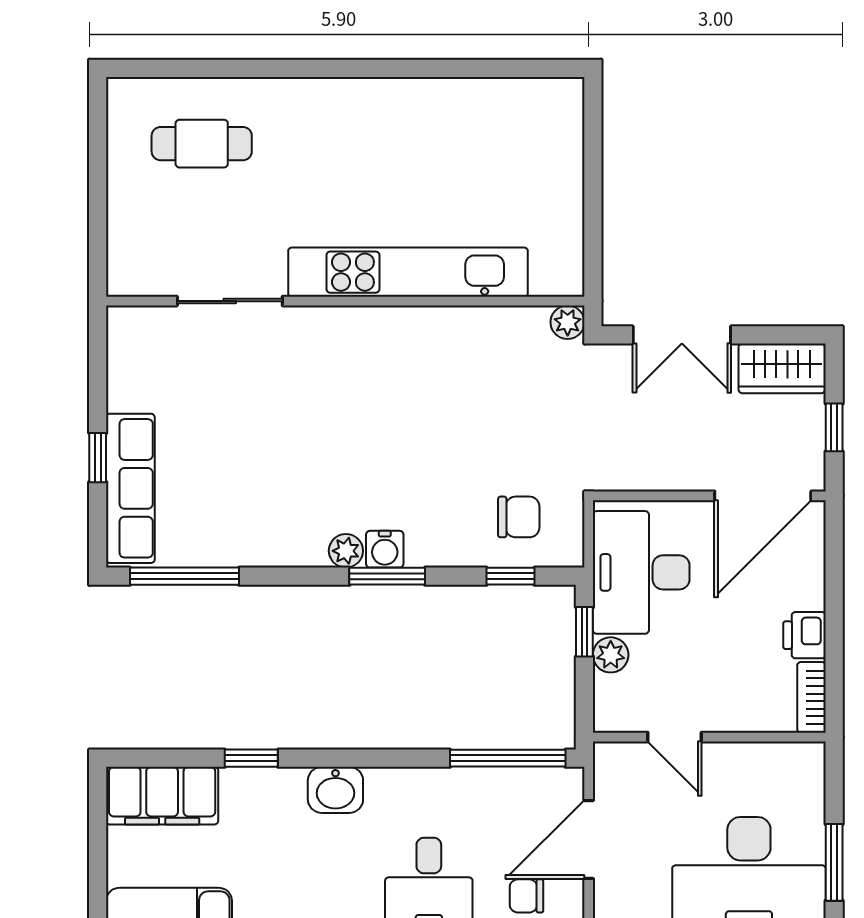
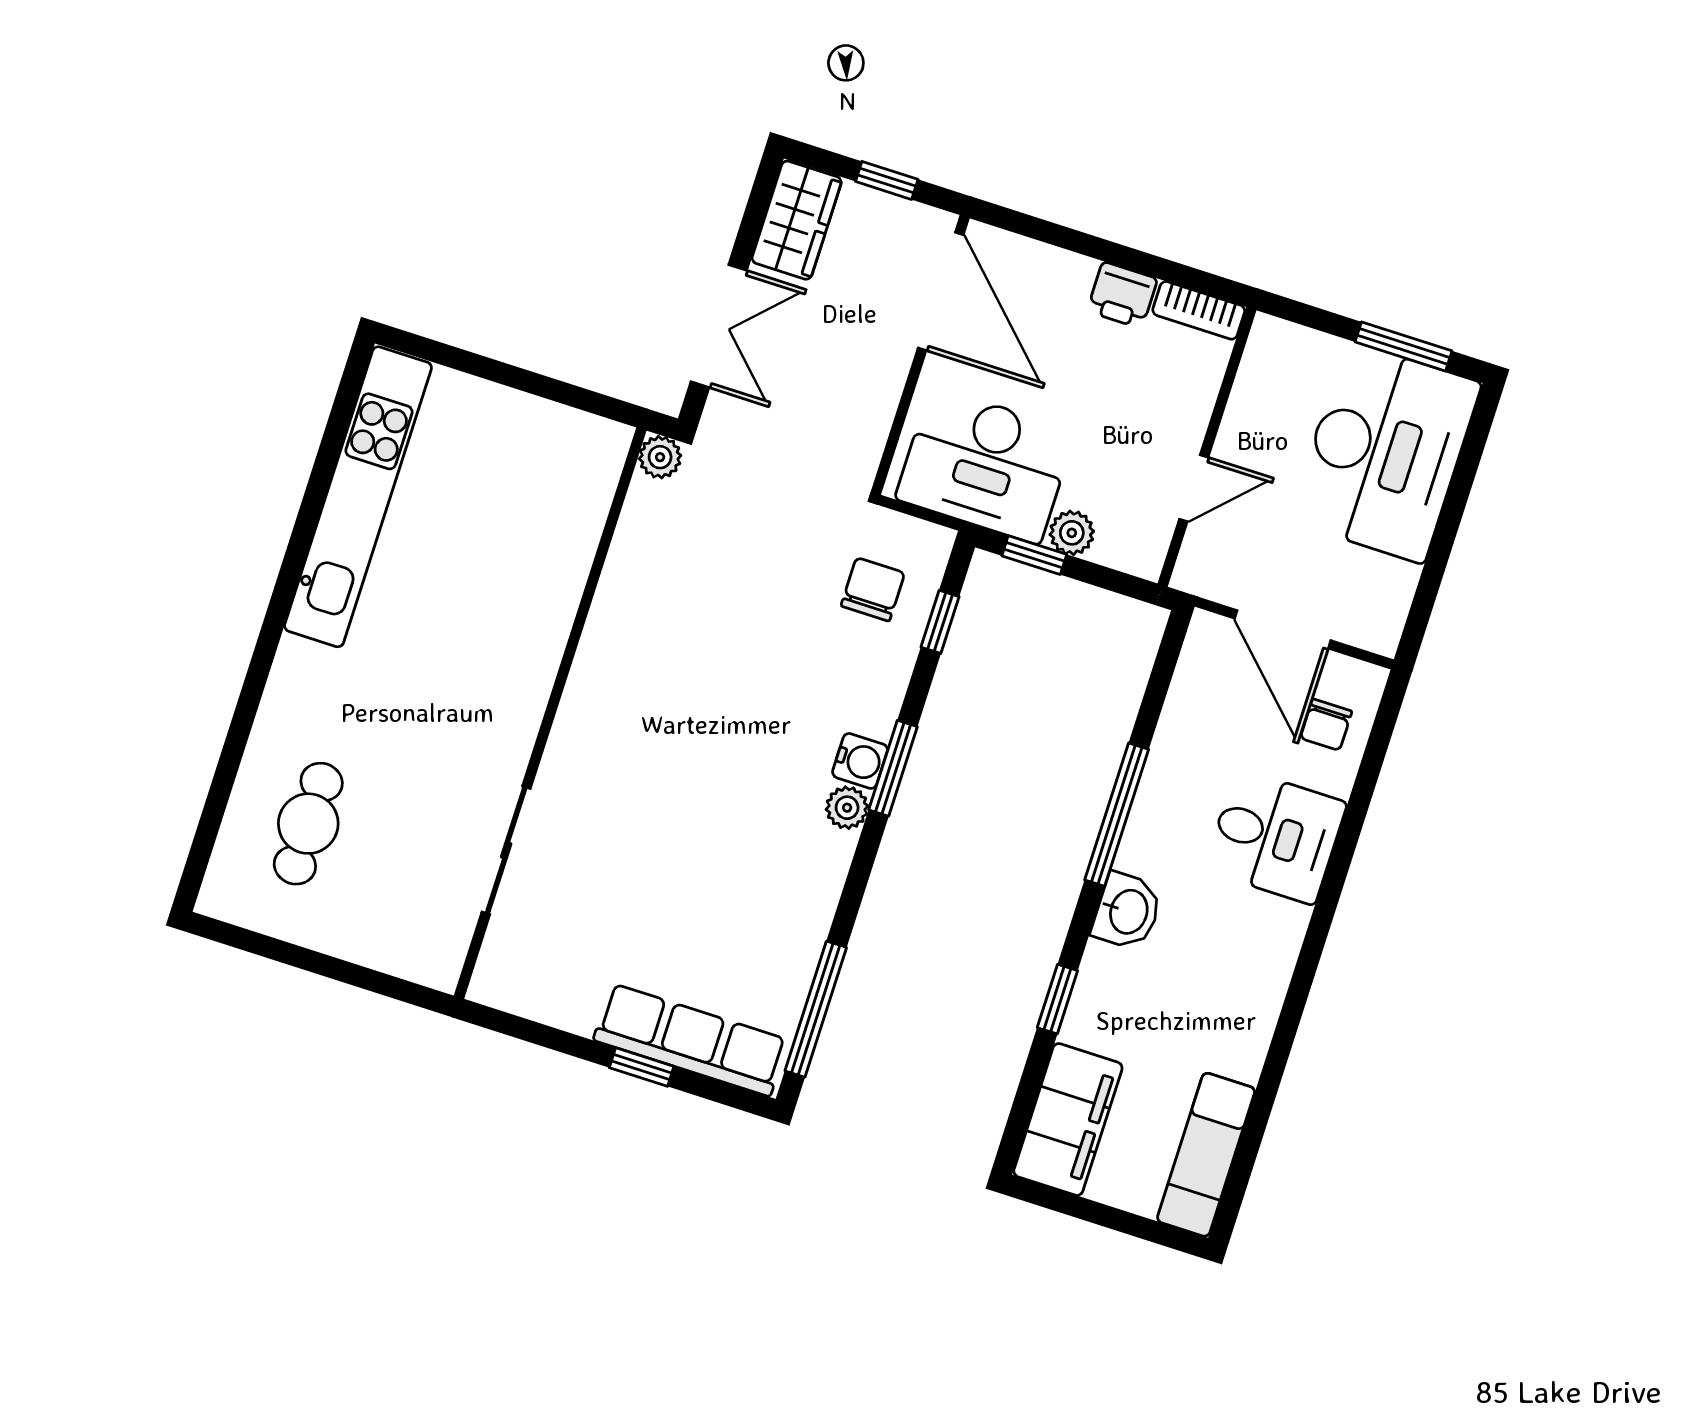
kitchen unit: (408, 272) -> (358, 497), moved, turned 180
window: (508, 758) -> (1117, 815), moved

